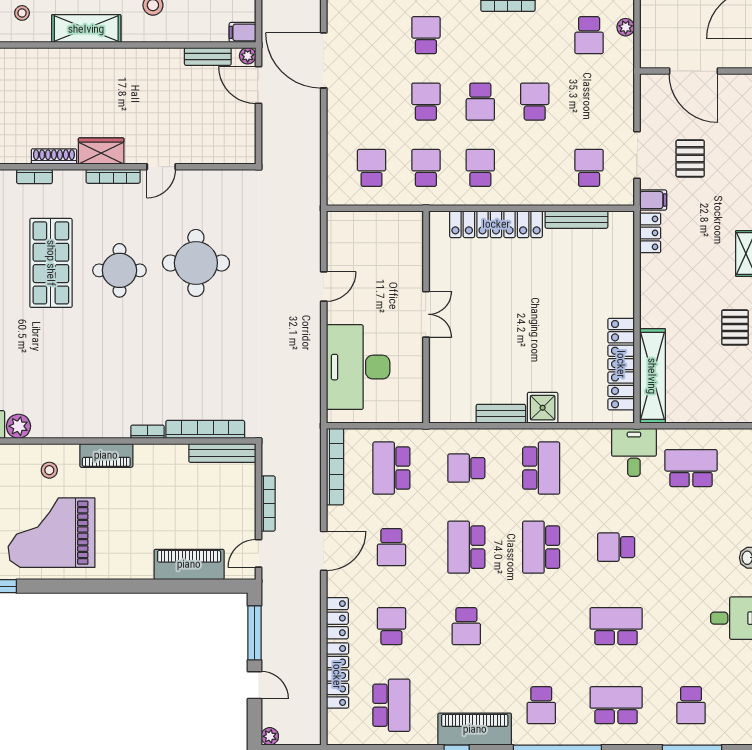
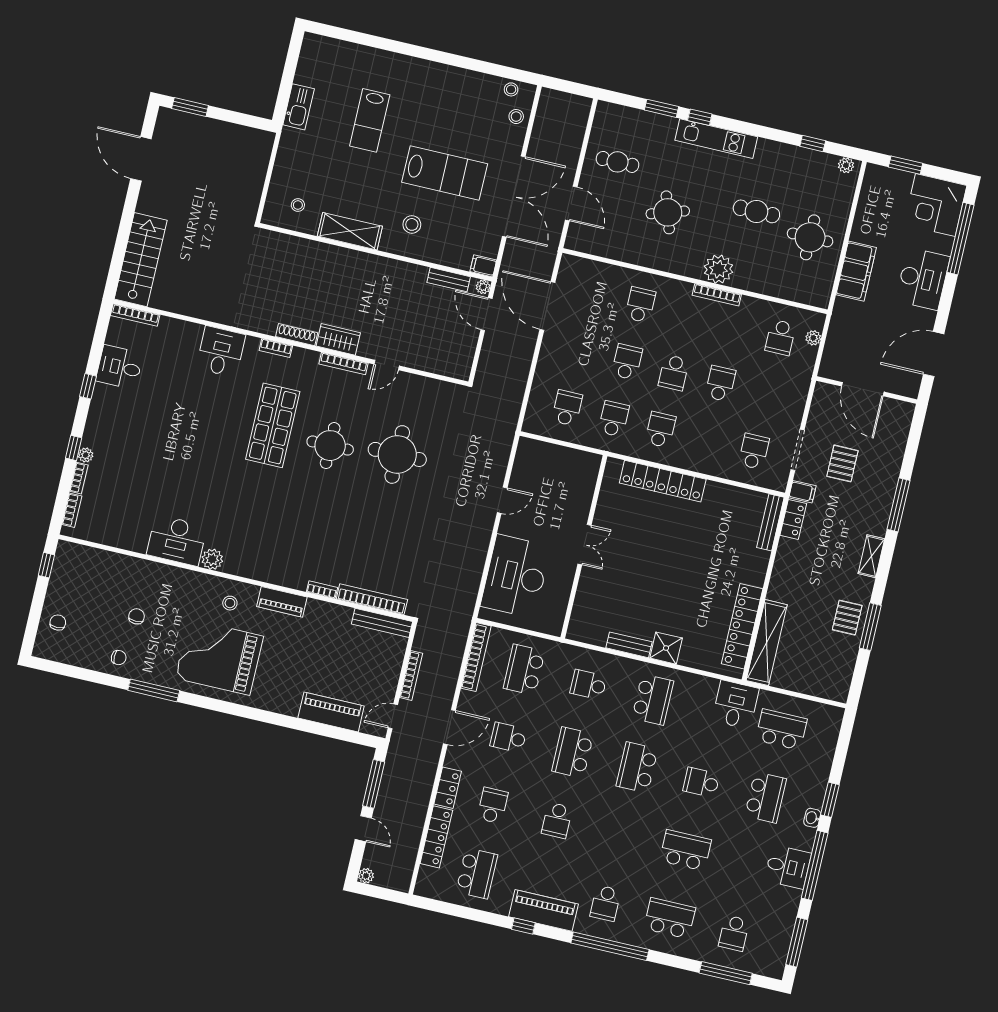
bench: (576, 220) -> (770, 522), moved, turned 90
school desk: (391, 547) -> (508, 738), turned 90
school desk: (691, 547) -> (766, 797), added

